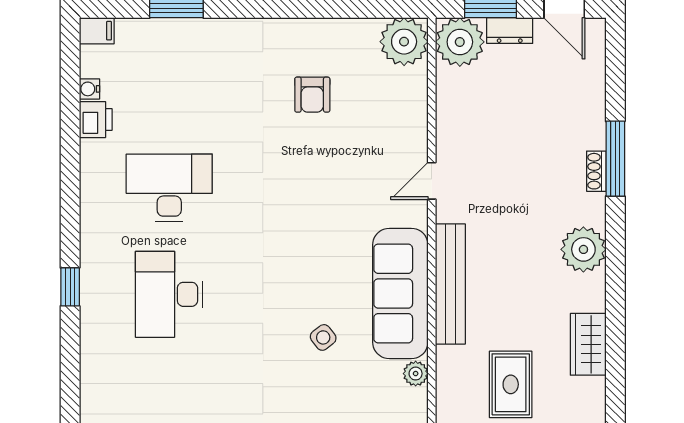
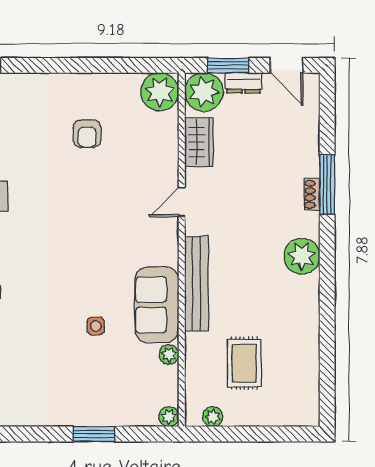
sofa: (400, 293) -> (157, 305), width x0.73
side table: (323, 337) -> (96, 326), turned 38
wardrobe: (588, 344) -> (199, 142), moved, turned 180

